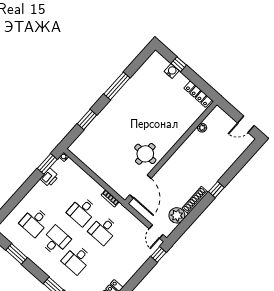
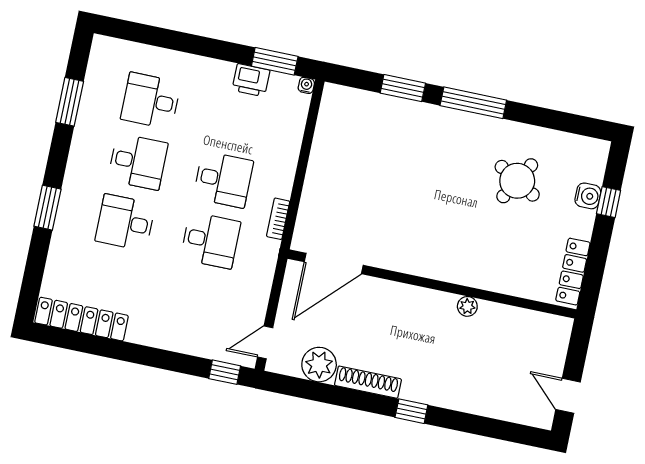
window: (117, 86) -> (473, 103), moved
plant: (202, 128) -> (467, 306), moved
round table: (145, 154) -> (517, 181), moved, turned 30
desk: (82, 211) -> (223, 179), turned 180
desk: (103, 230) -> (211, 240), turned 180

